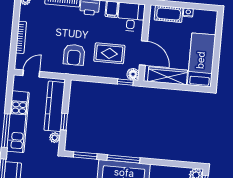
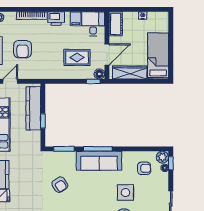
cot: (169, 14) -> (116, 24), moved, turned 90
door: (143, 53) -> (107, 55), hinge flipped
armchair: (74, 55) -> (23, 49), moved
plant: (55, 138) -> (36, 136), removed

